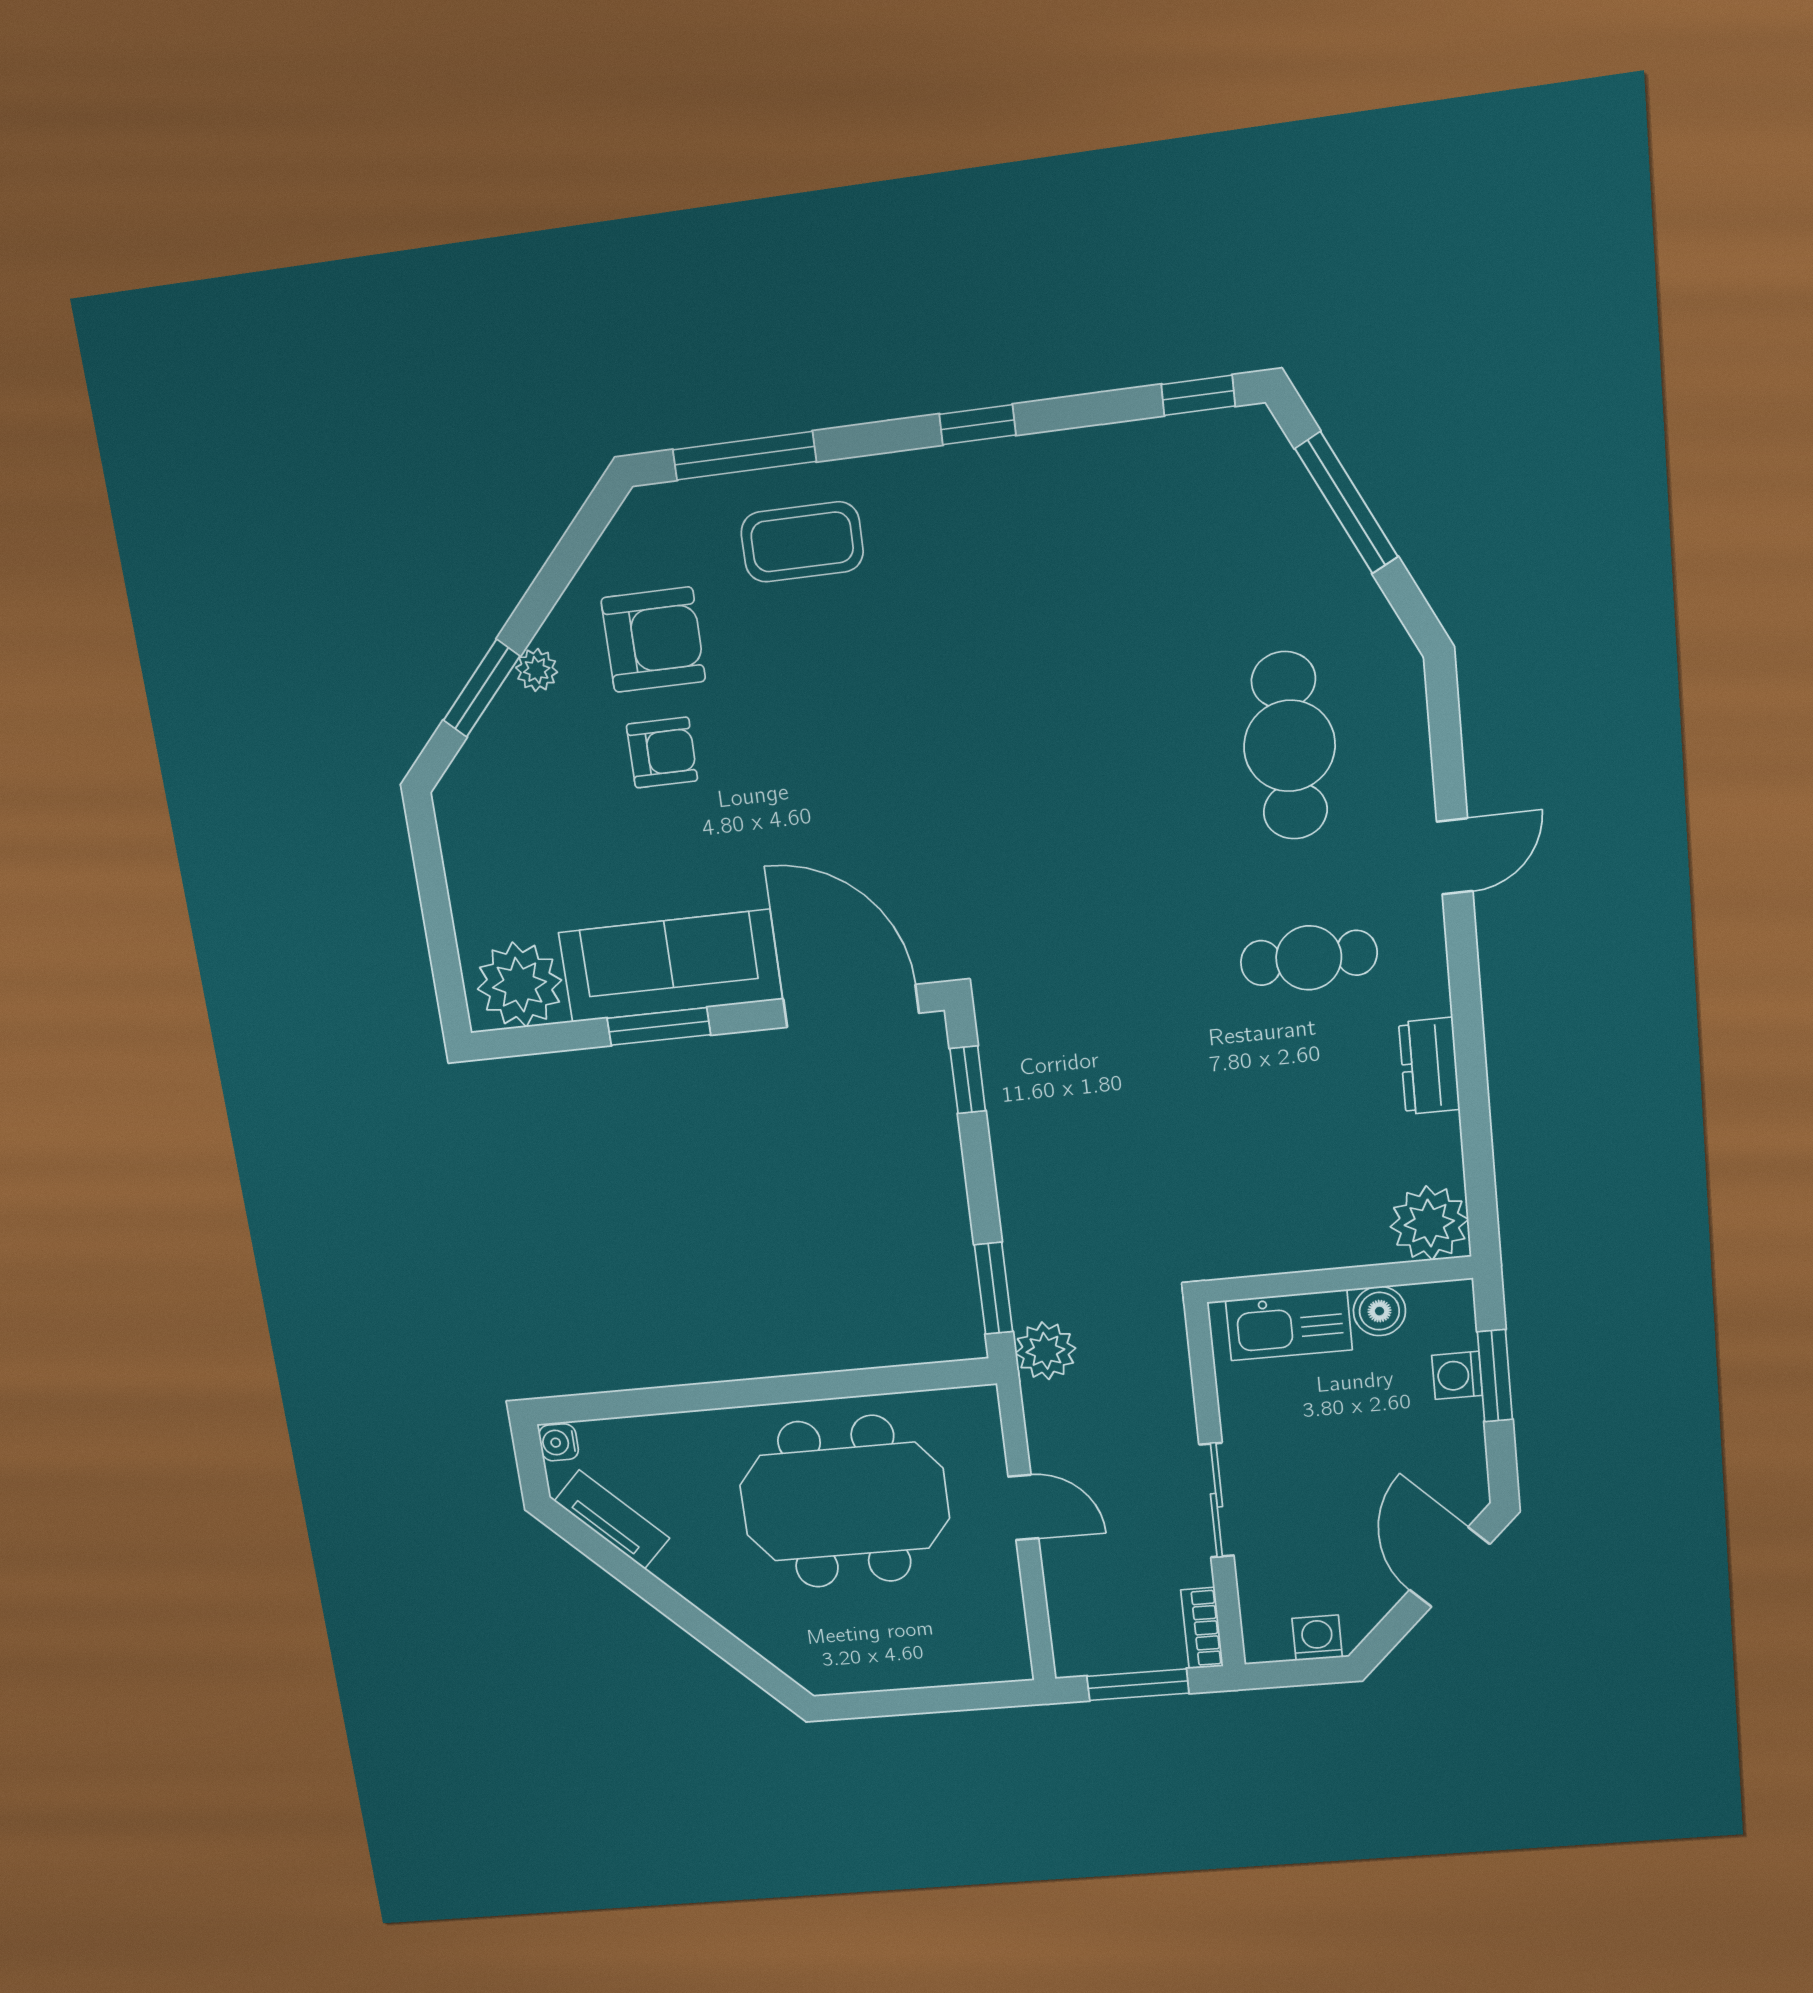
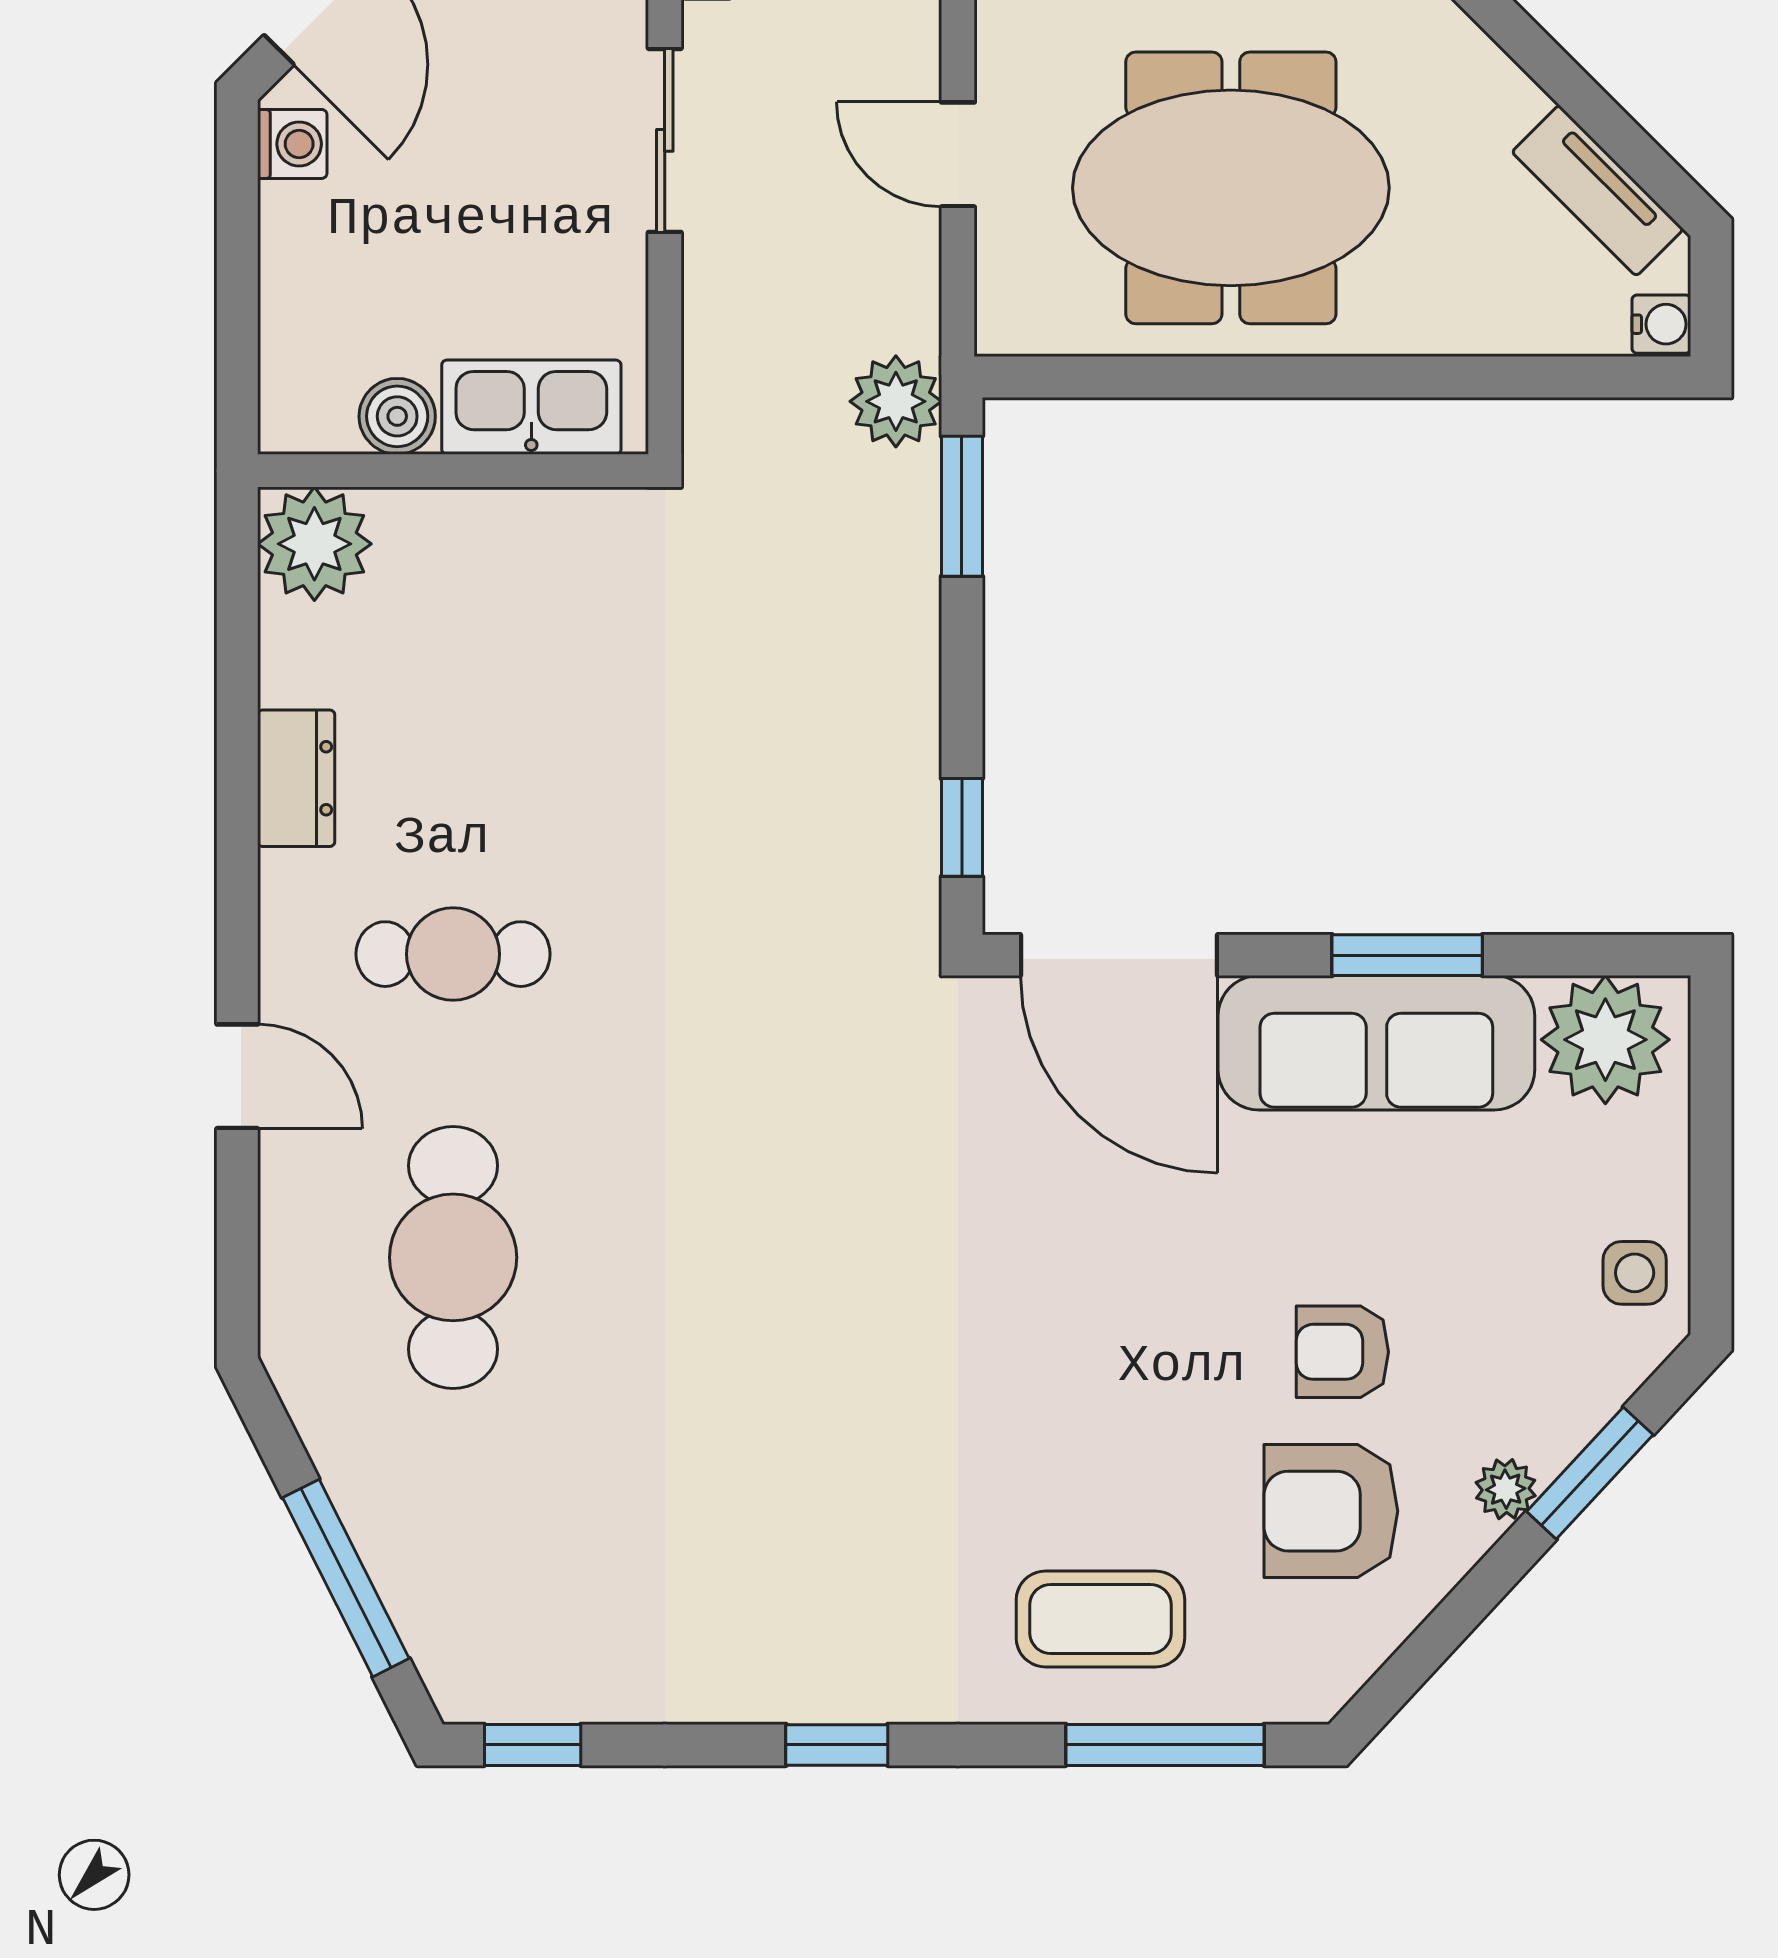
side table: (474, 830) -> (1635, 1273), added
door: (1455, 856) -> (237, 1076), swing flipped
washing machine: (1457, 1375) -> (292, 144), moved
window: (1495, 1376) -> (237, 300), removed

